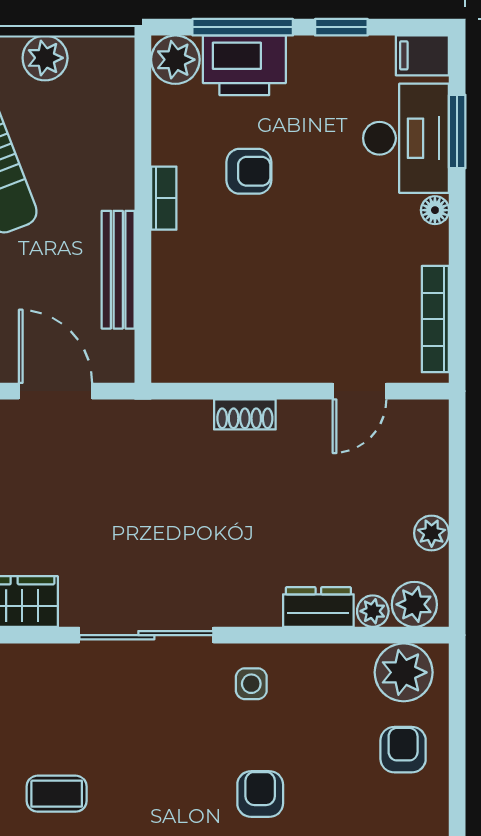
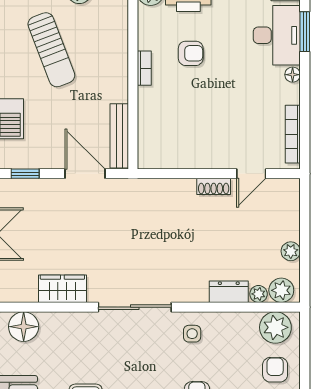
bench: (118, 270) -> (119, 136), moved
shoe rack: (245, 414) -> (214, 186), moved

